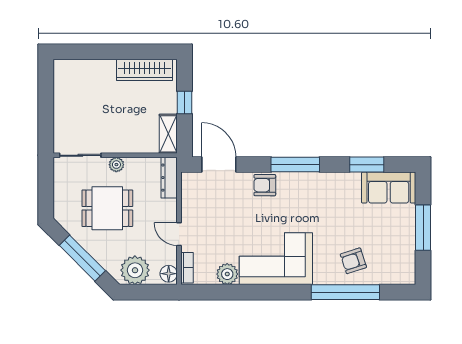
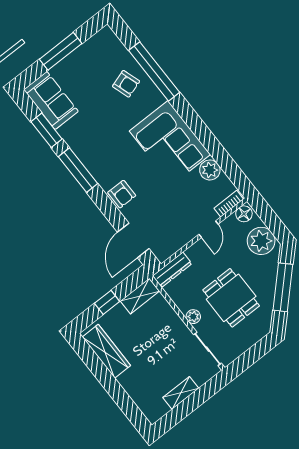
shelving: (61, 104) -> (181, 393), added
window: (295, 165) -> (78, 170), moved

